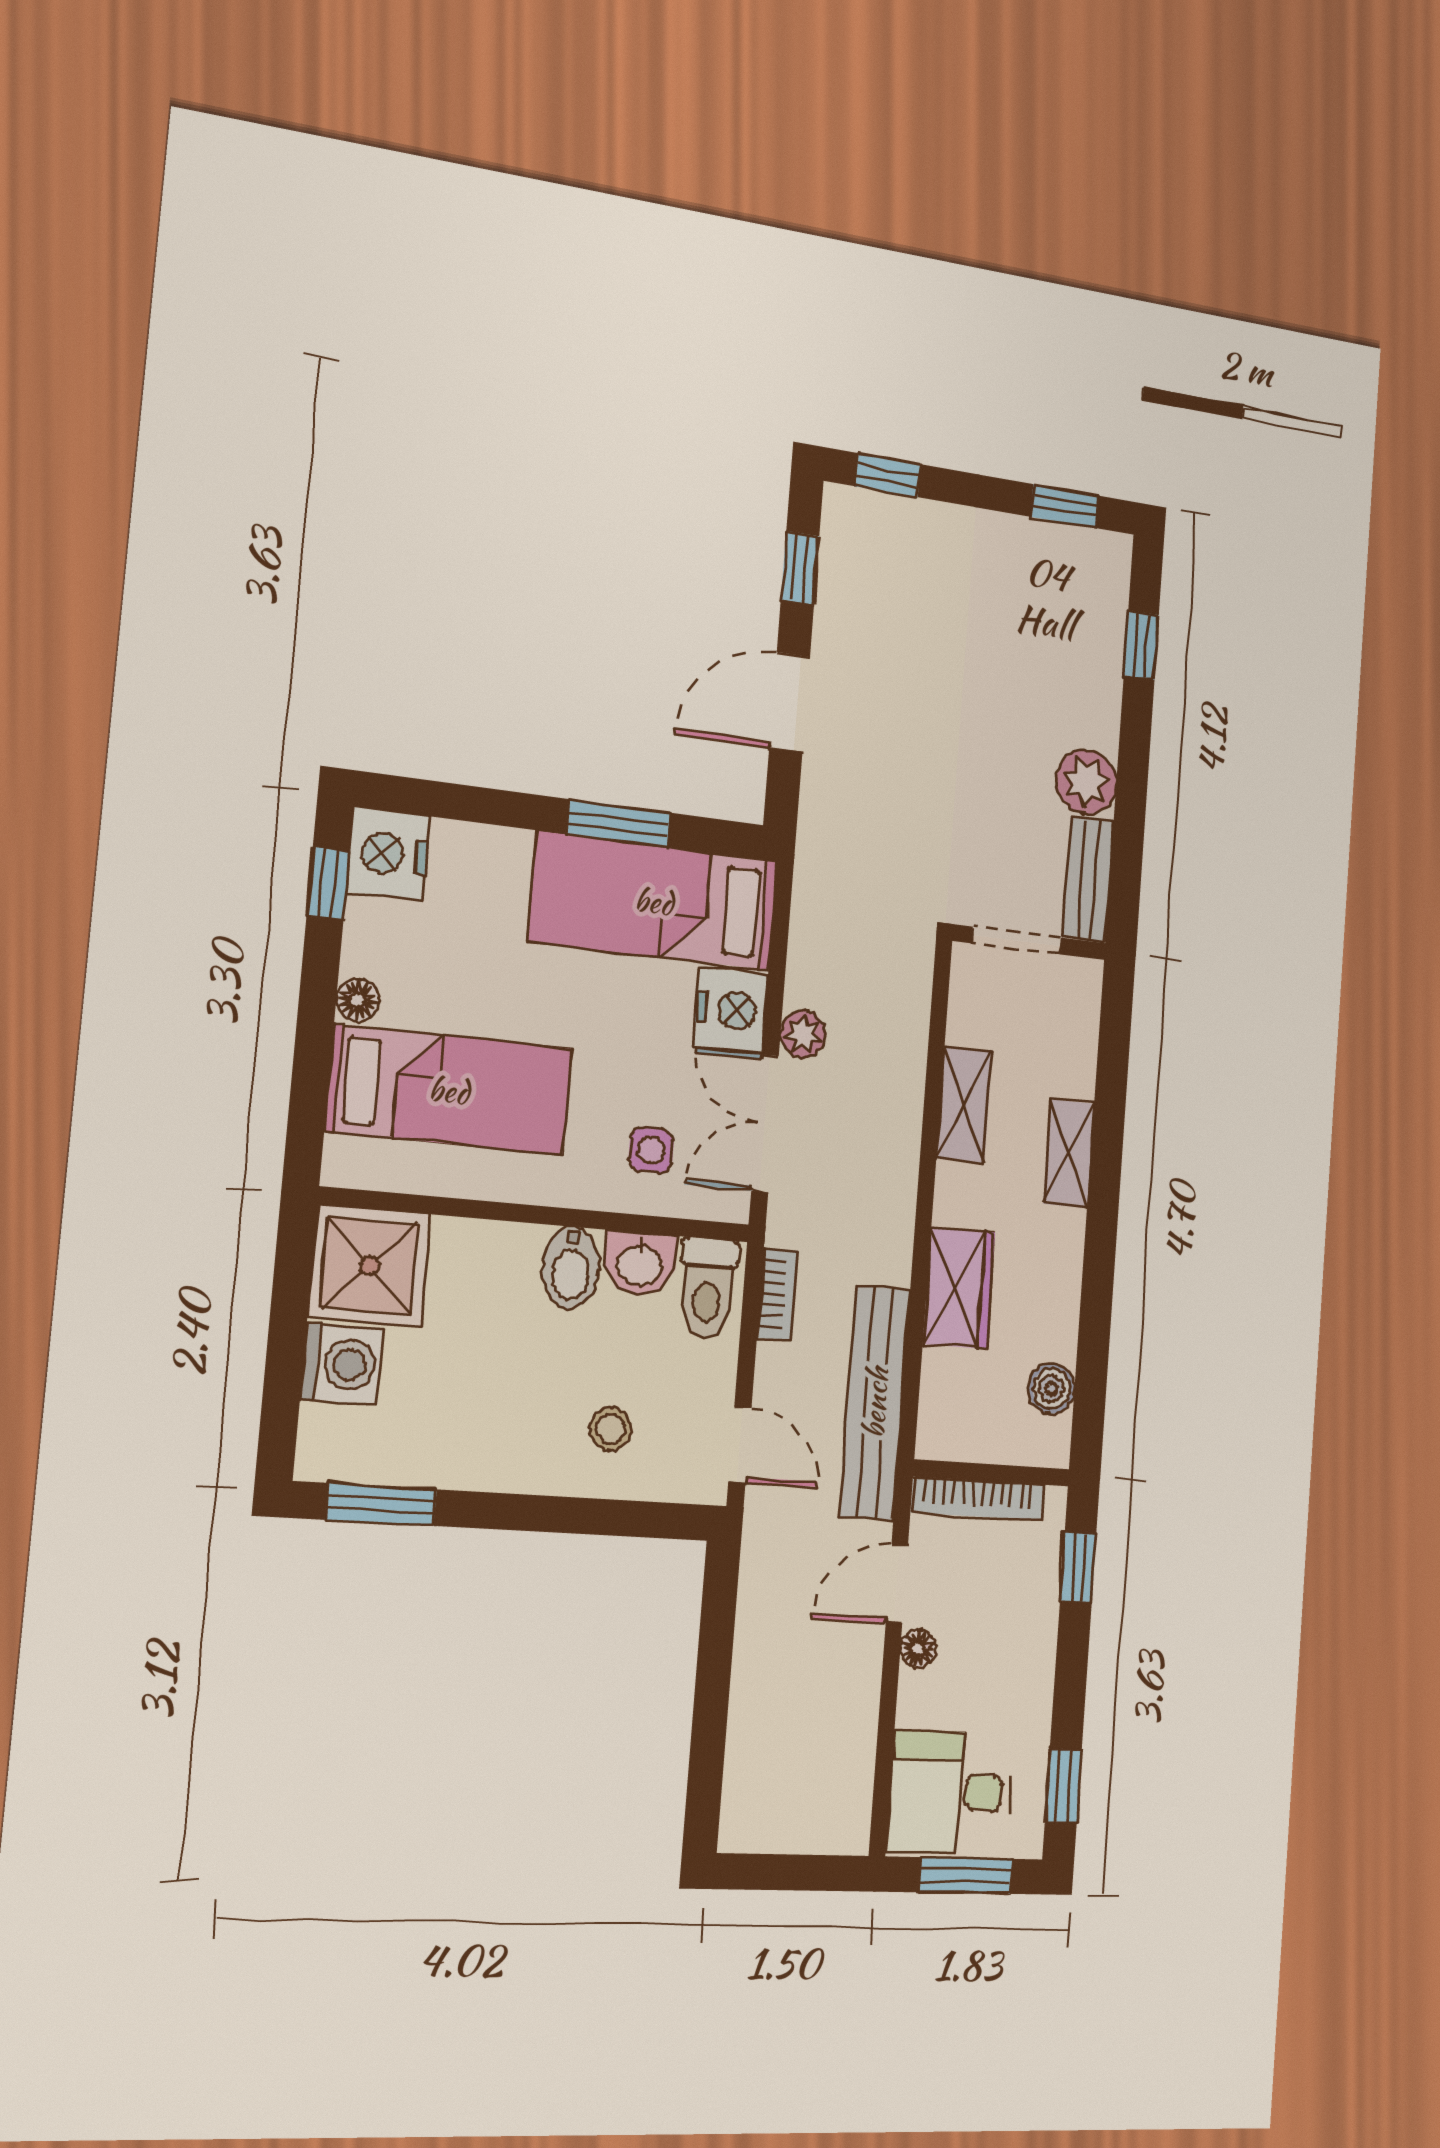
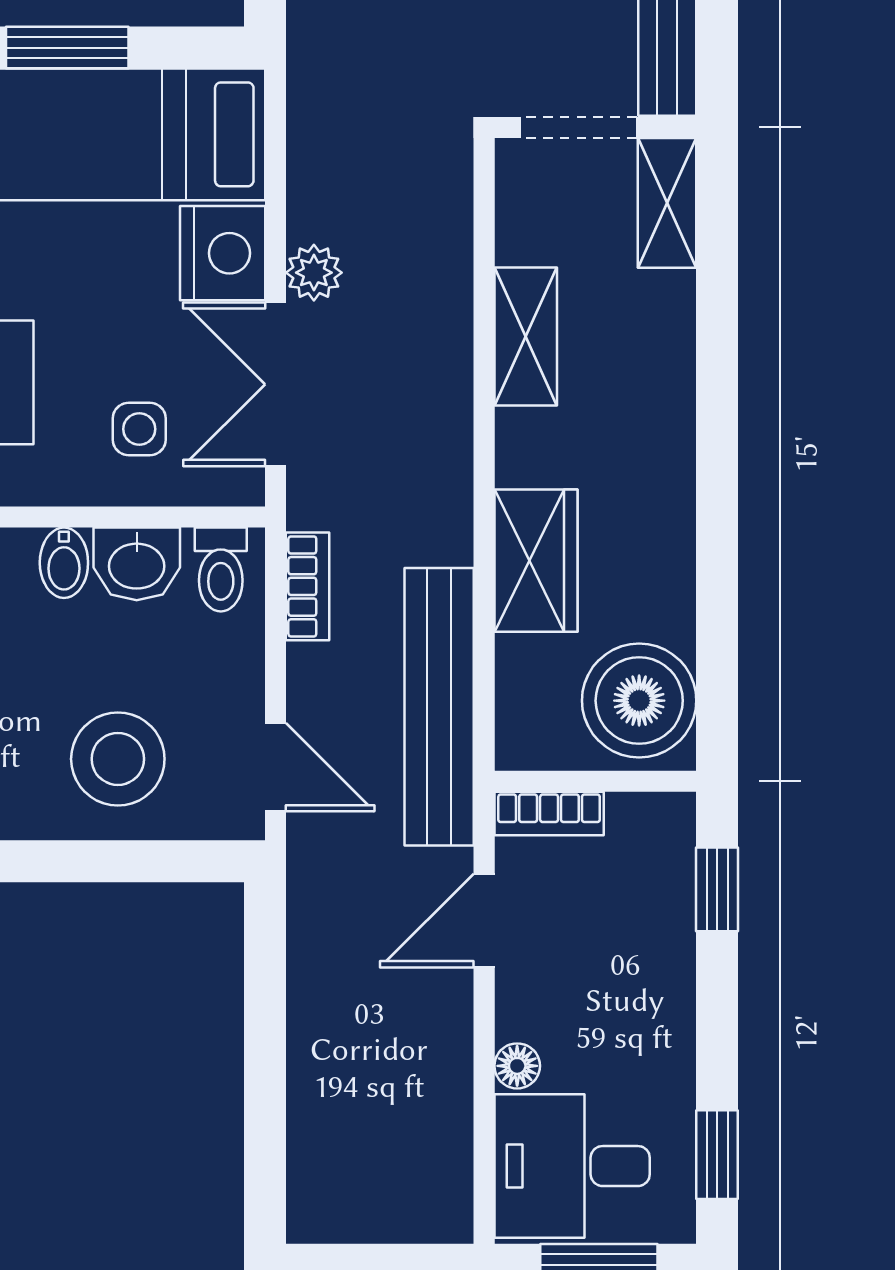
shelving: (1069, 1154) -> (667, 203), moved
bidet: (571, 1268) -> (64, 563), width x0.72, depth x0.74
toilet: (707, 1288) -> (221, 570), width x0.73, depth x0.72
boiler: (1051, 1389) -> (639, 701), width x1.86, depth x1.86
stool: (611, 1429) -> (118, 759), width x1.89, depth x1.89
bookcase: (978, 1499) -> (549, 814), width x0.64
floor lamp: (918, 1649) -> (517, 1066), moved

